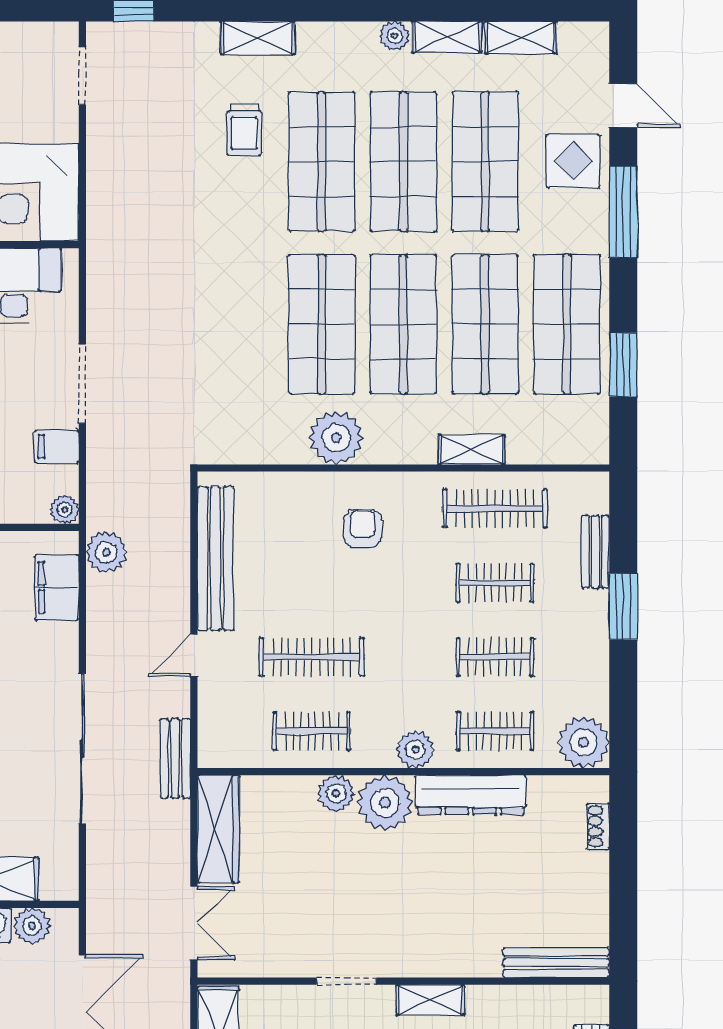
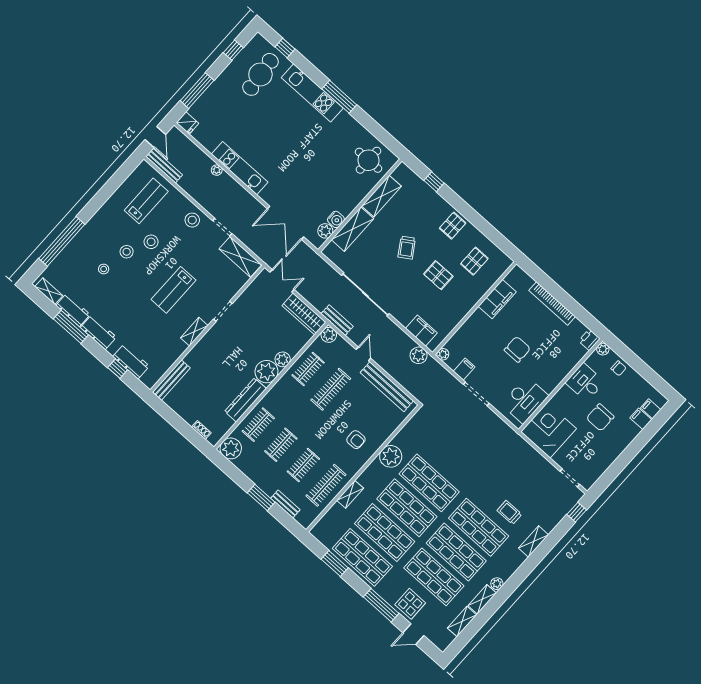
plant: (416, 750) -> (329, 335), moved
double door: (194, 923) -> (282, 281), swing flipped

